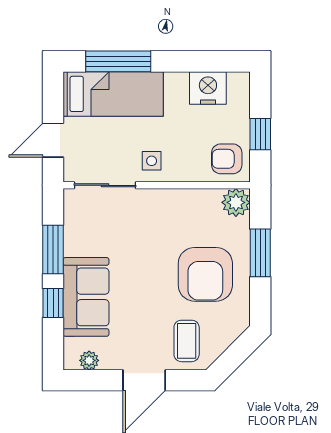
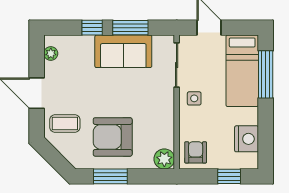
window: (260, 134) -> (229, 176), moved
window: (260, 253) -> (110, 176), moved
sofa: (86, 297) -> (123, 51), moved

